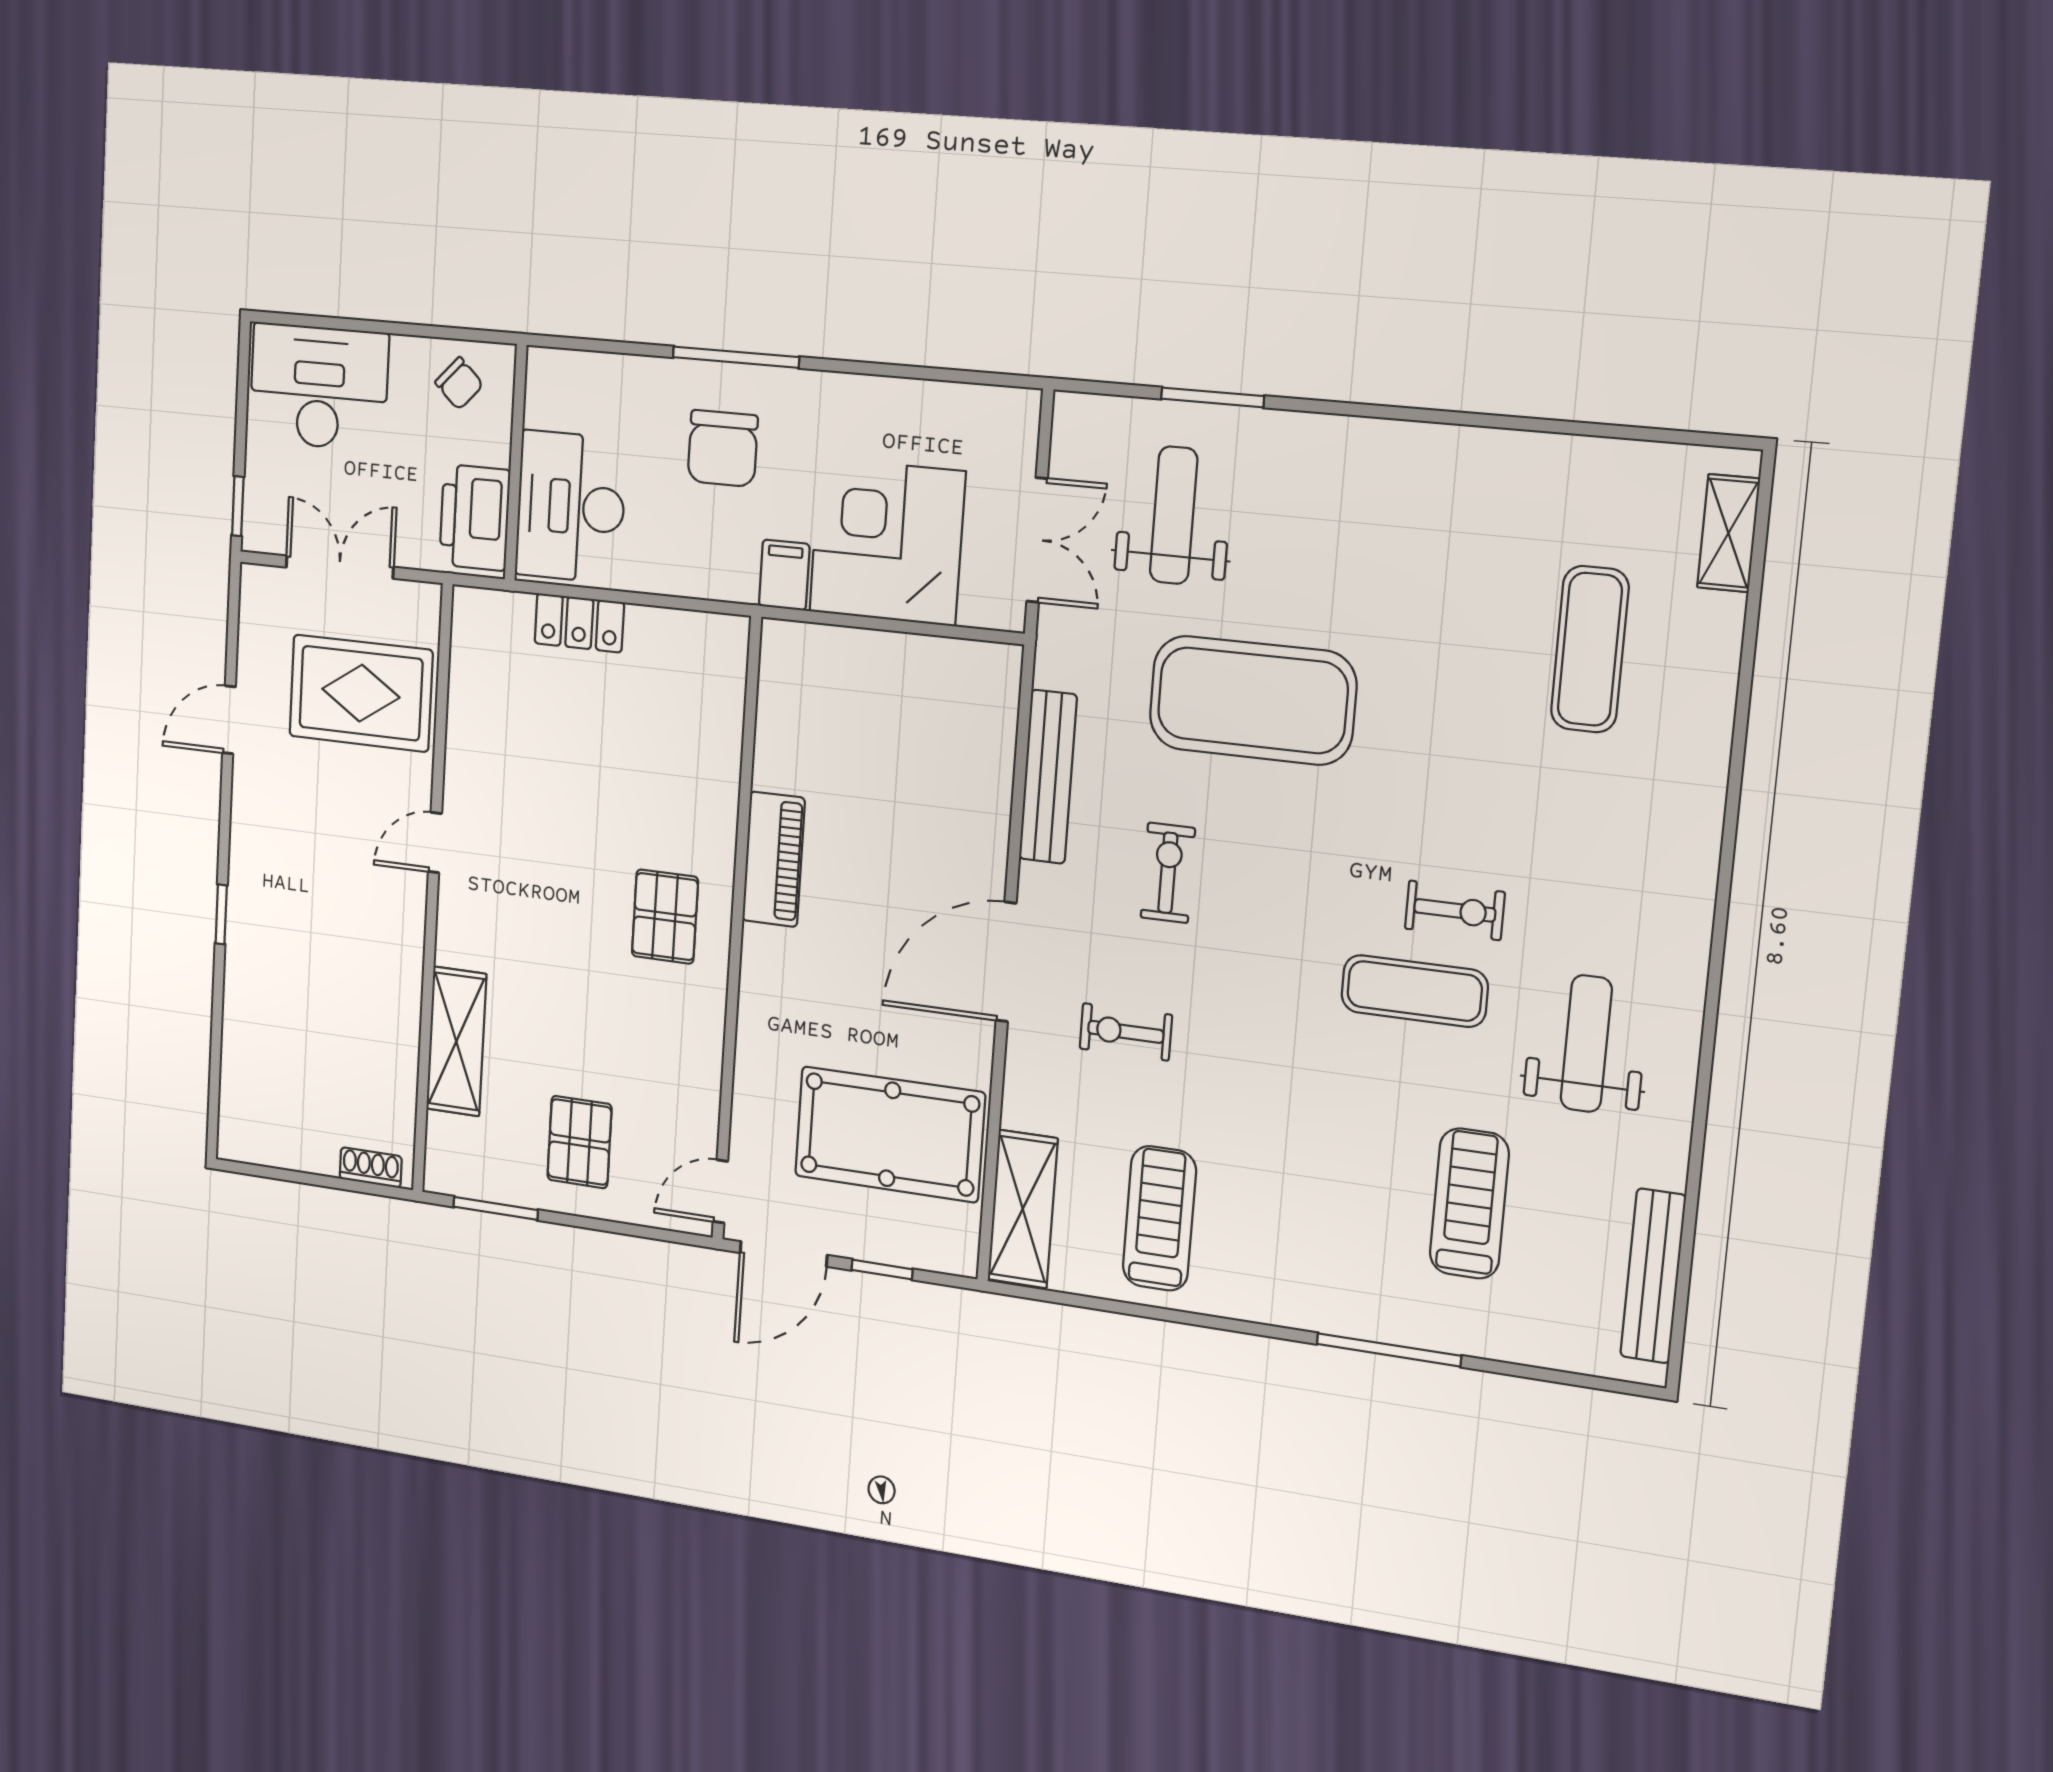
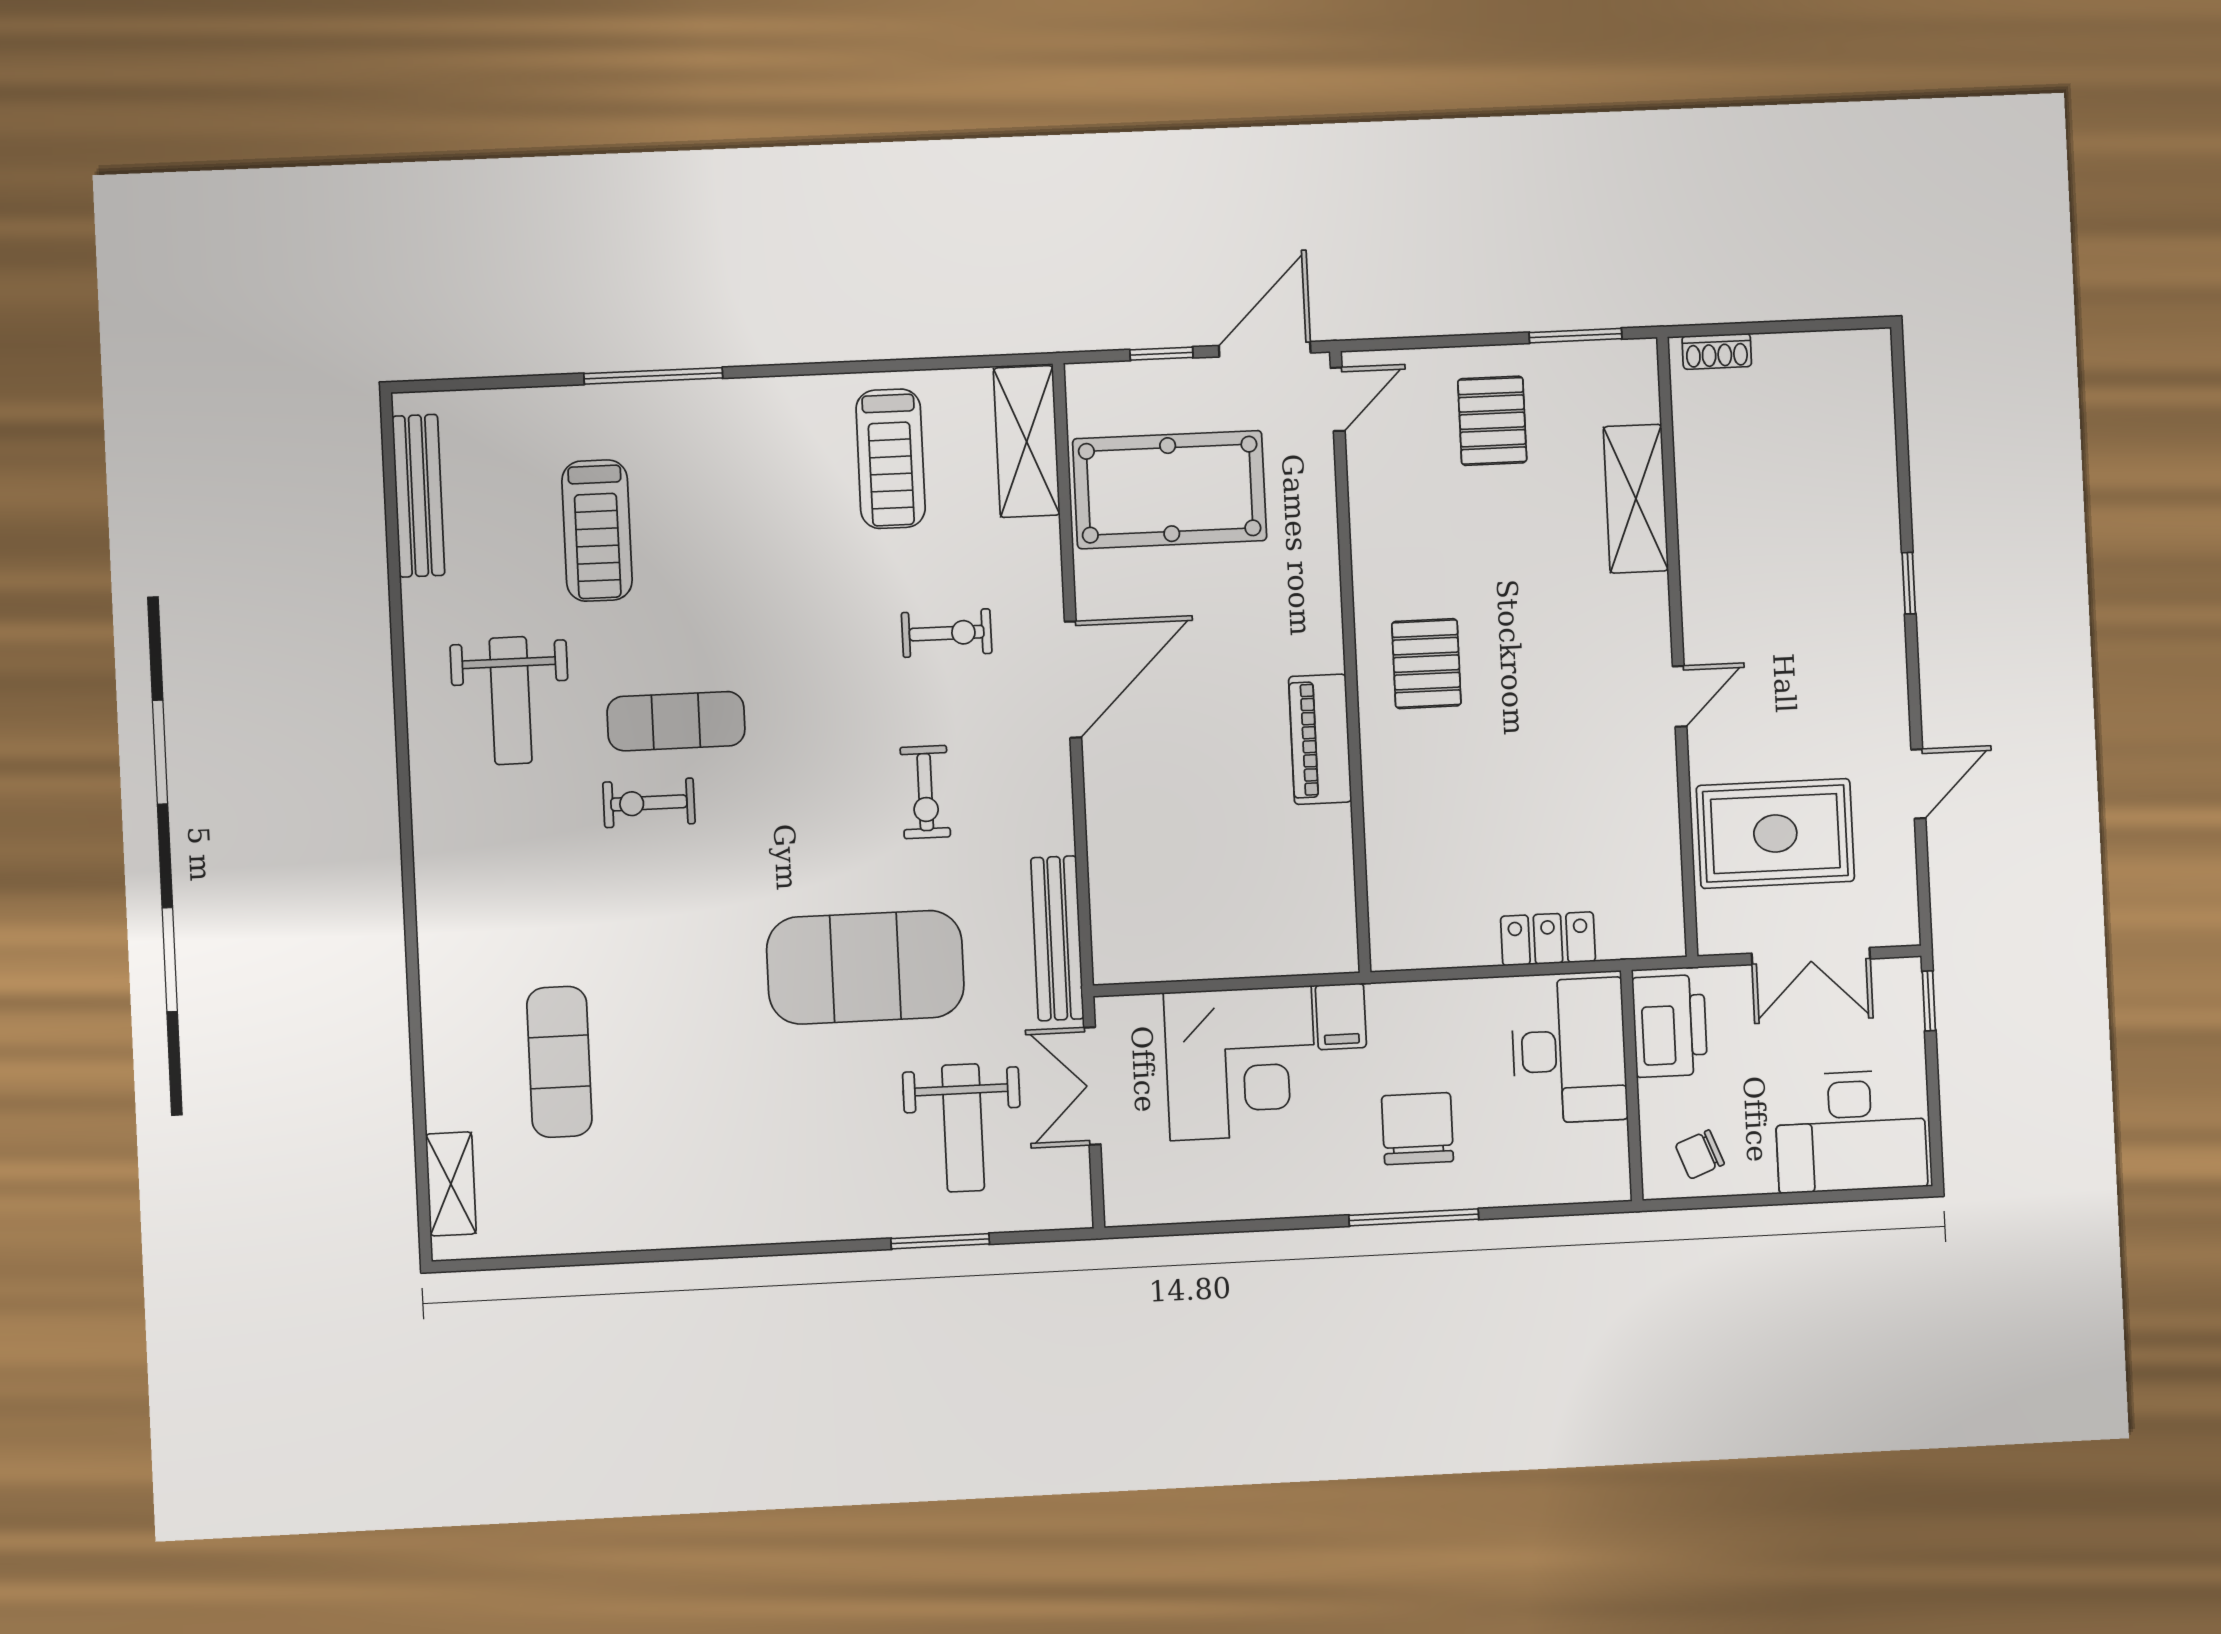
chair: (459, 384) -> (1700, 1154), turned -64
bench: (1048, 777) -> (1057, 938), moved

